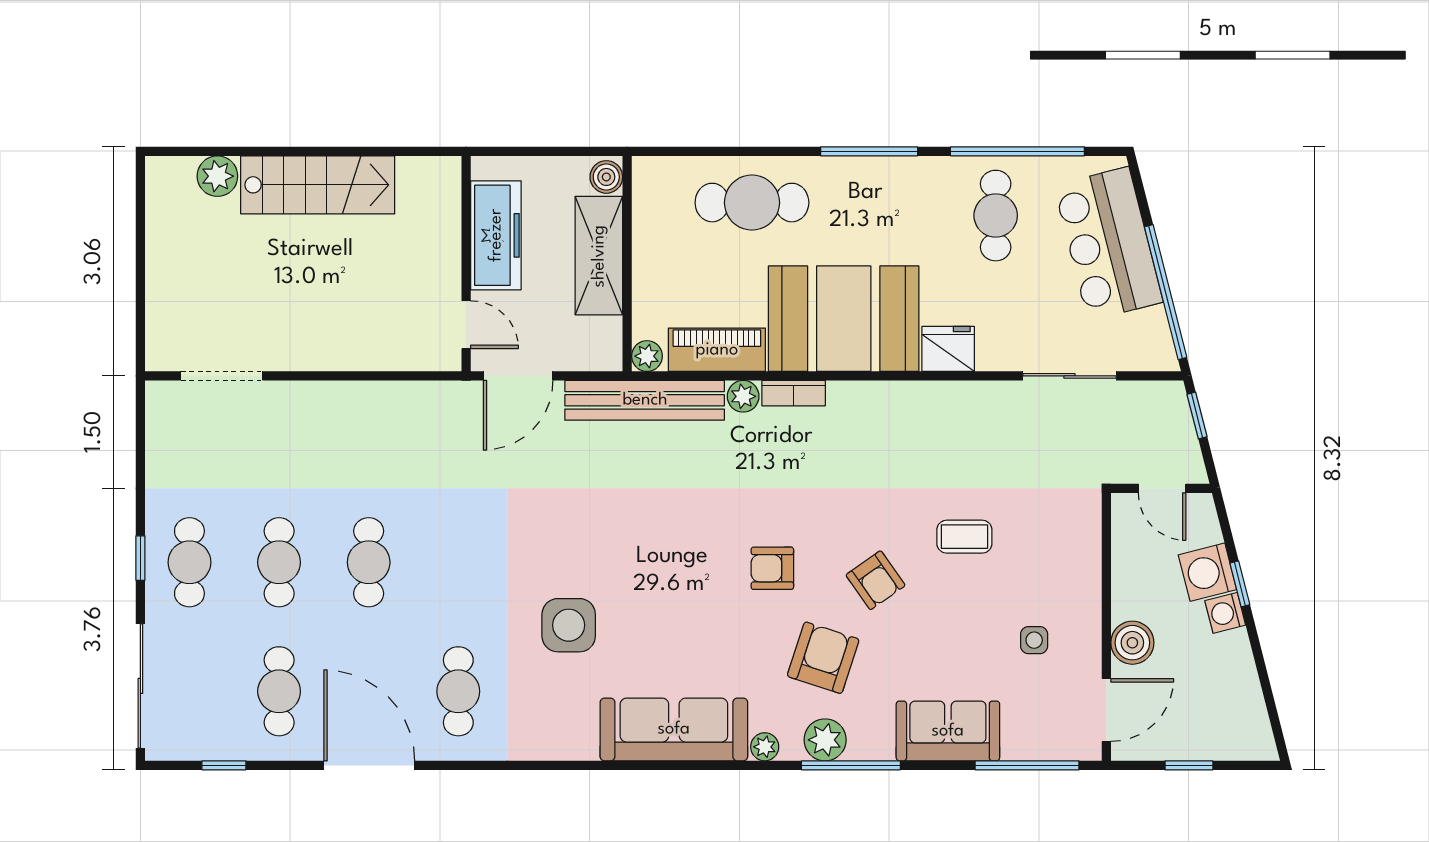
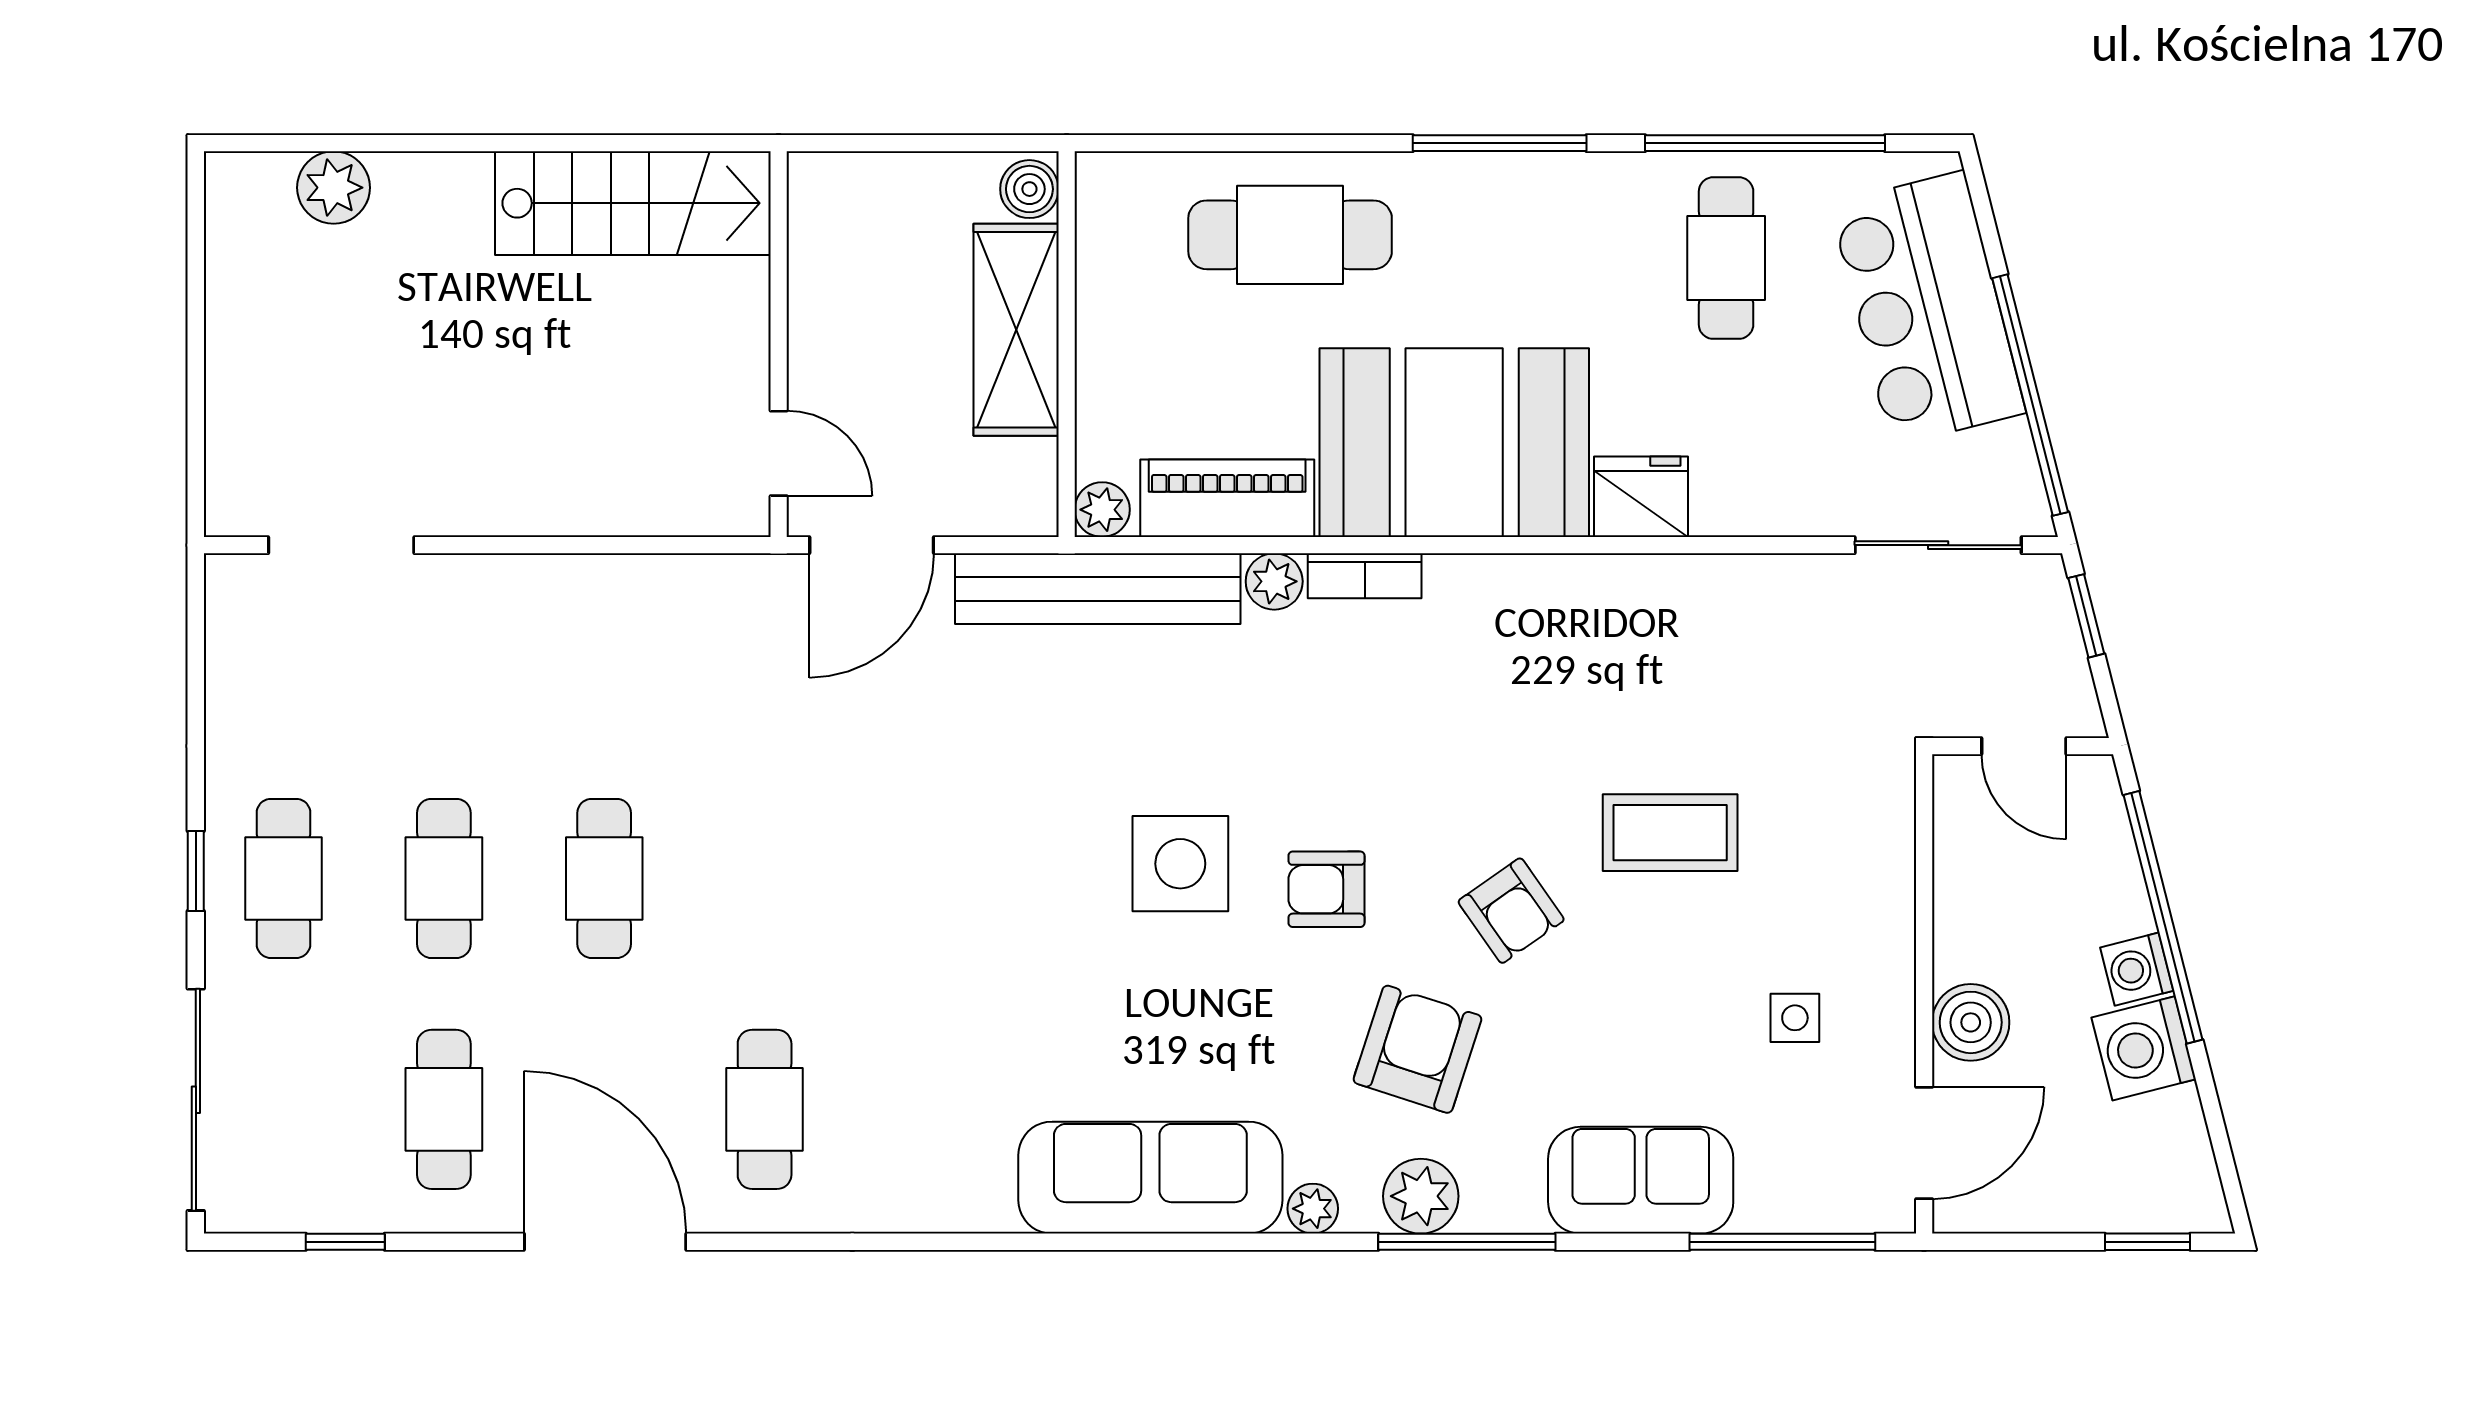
stairs: (318, 185) -> (633, 203), moved
freezer: (496, 235) -> (832, 293), removed
sliding door: (1070, 376) -> (1938, 545), moved
coffee table: (964, 537) -> (1670, 833), width x1.36, depth x1.30
washing machine: (1207, 572) -> (2144, 1048), moved
window: (1240, 584) -> (2163, 917), width x3.17
side table: (569, 625) -> (1180, 864), moved
window: (1189, 765) -> (2147, 1242), moved

